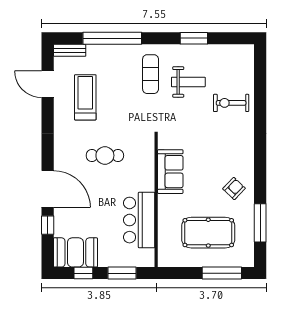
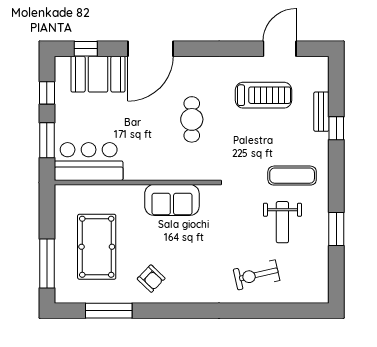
window: (112, 38) -> (336, 128), width x0.32
bench: (70, 50) -> (321, 112), moved
exercise bike: (231, 103) -> (257, 275), turned -103
bar counter: (139, 220) -> (89, 162), moved
window: (48, 225) -> (86, 49), moved
booth: (75, 252) -> (98, 74), moved, turned 90

